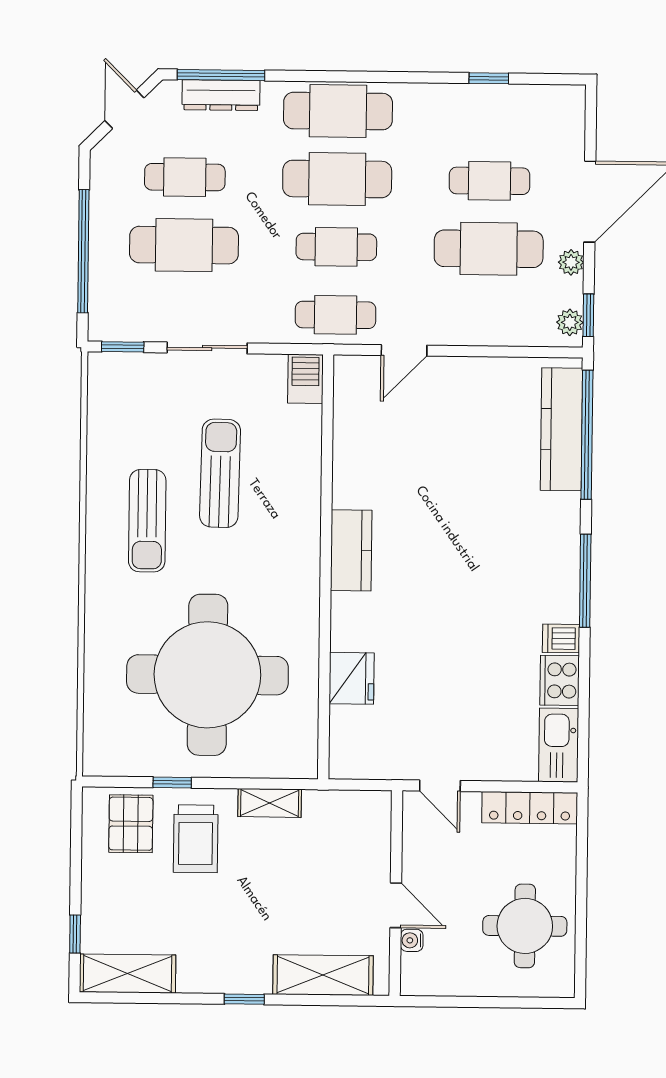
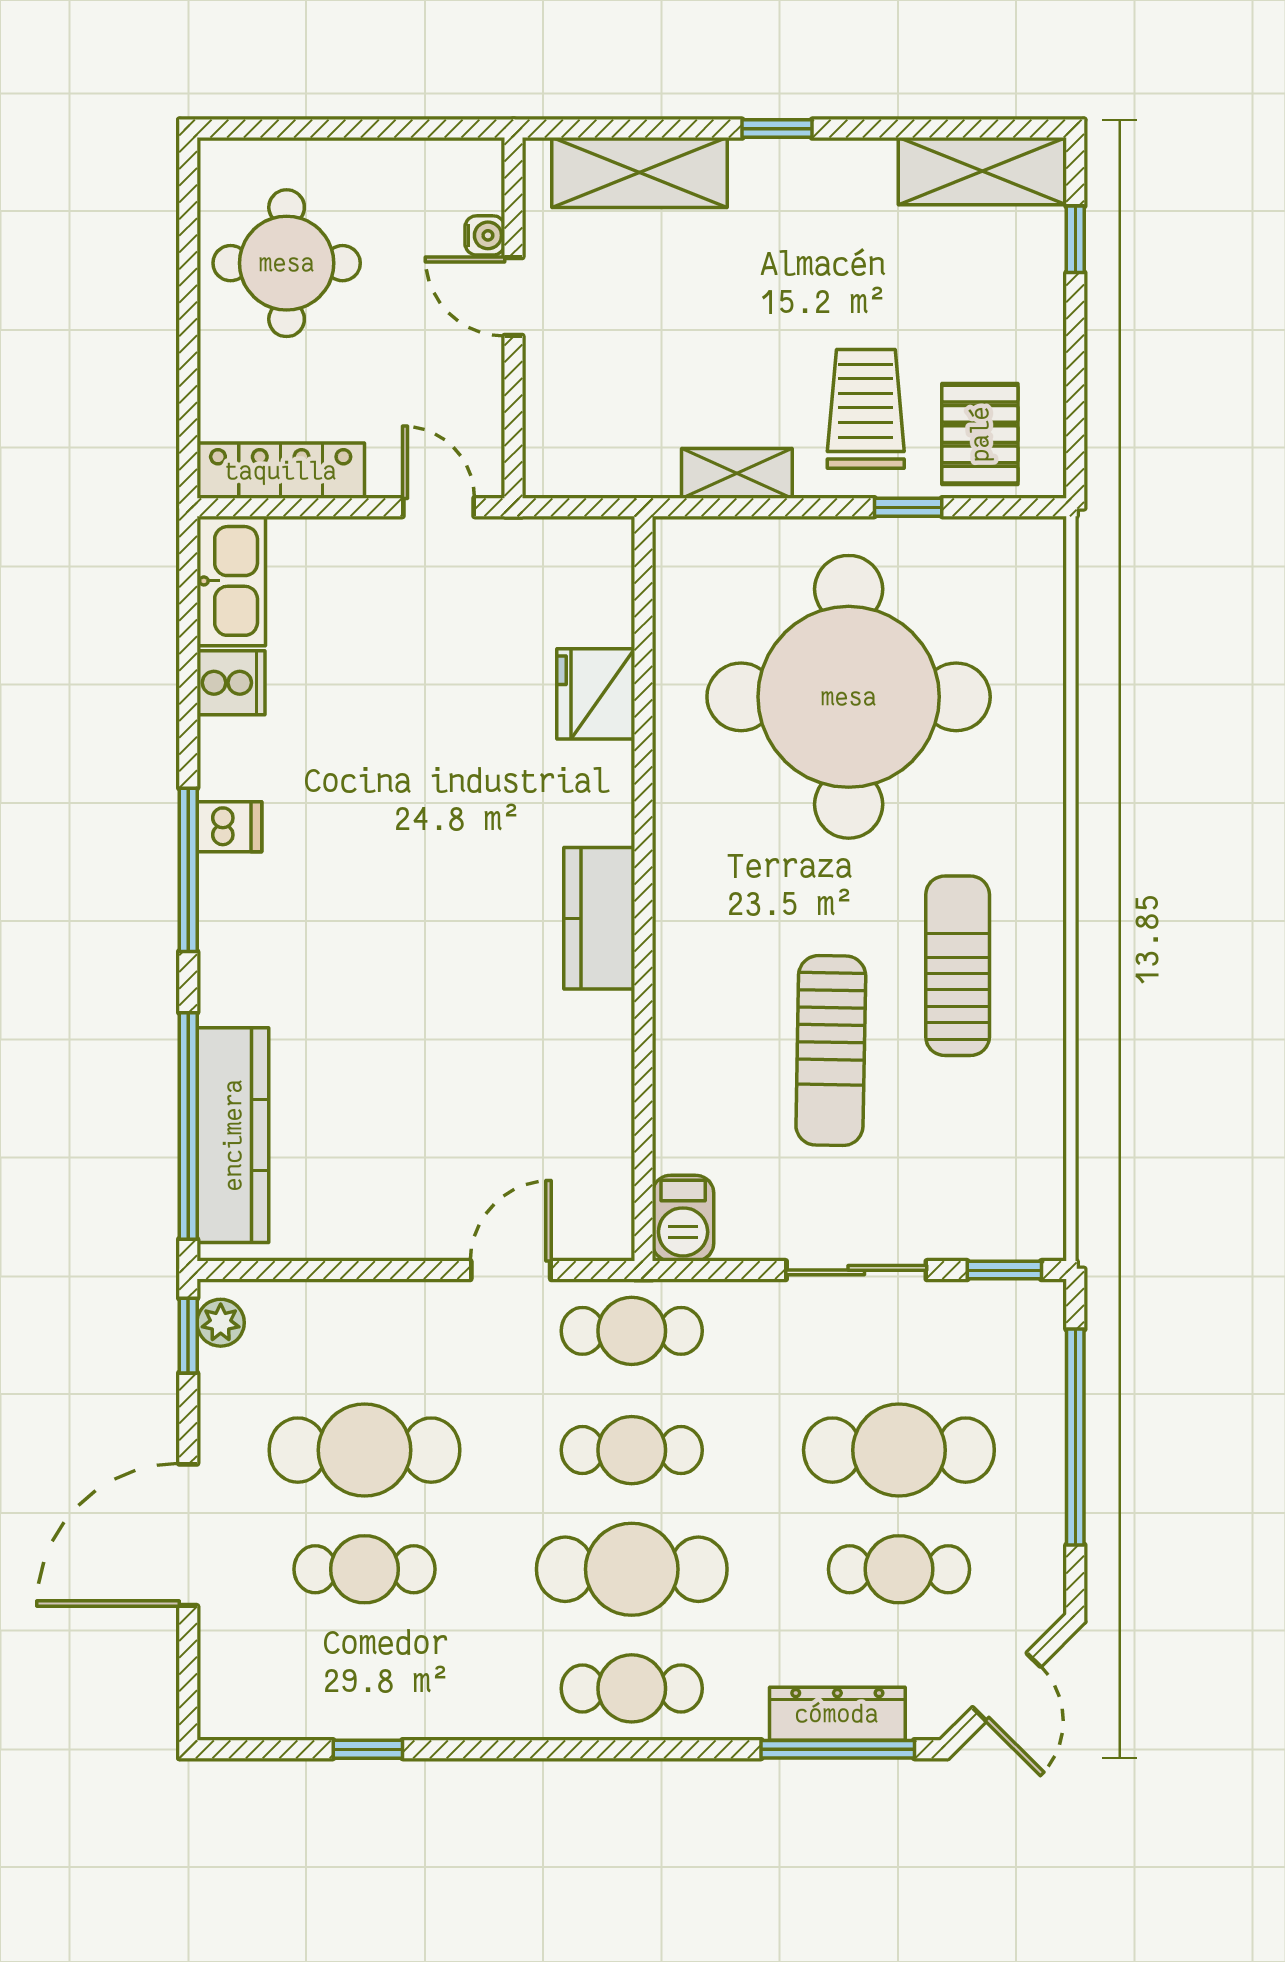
cafe table: (338, 111) -> (632, 1688), width x0.73, depth x0.74
plant: (571, 262) -> (220, 1428), removed
dishwasher: (561, 638) -> (229, 827), moved
cooker: (560, 680) -> (231, 683), width x0.73

